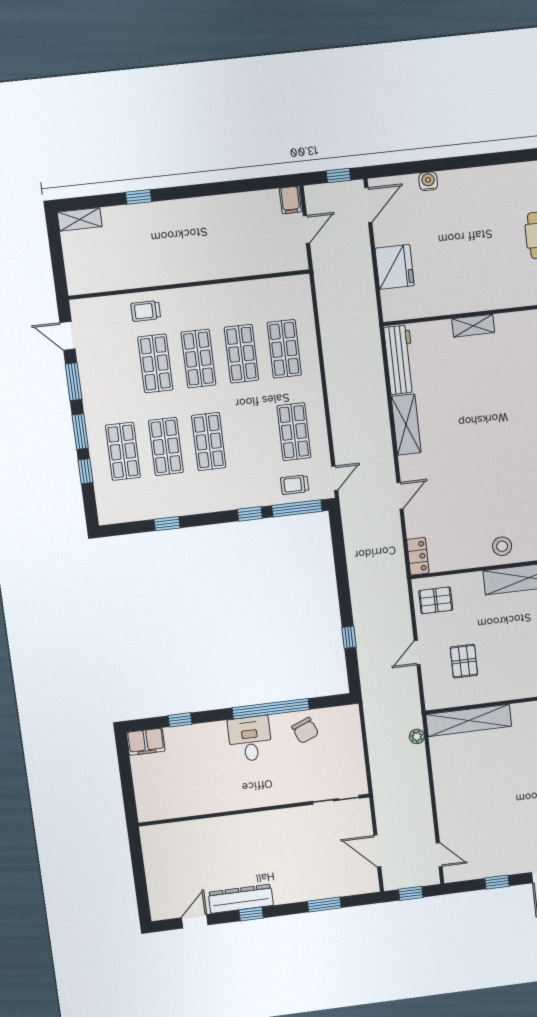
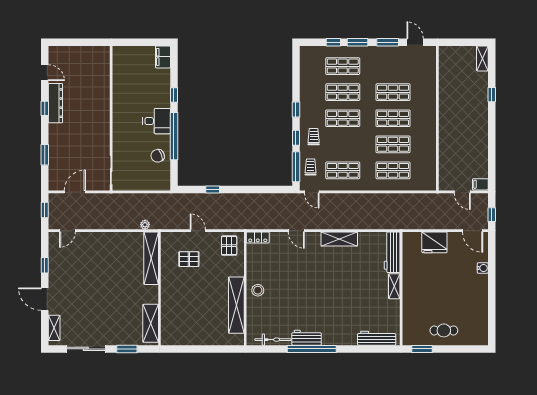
trolley: (146, 311) -> (314, 137), moved
door: (67, 336) -> (415, 42), hinge flipped
workbench: (400, 360) -> (392, 252), moved, turned 90
window: (167, 524) -> (296, 109), moved
window: (180, 720) -> (174, 95), moved

